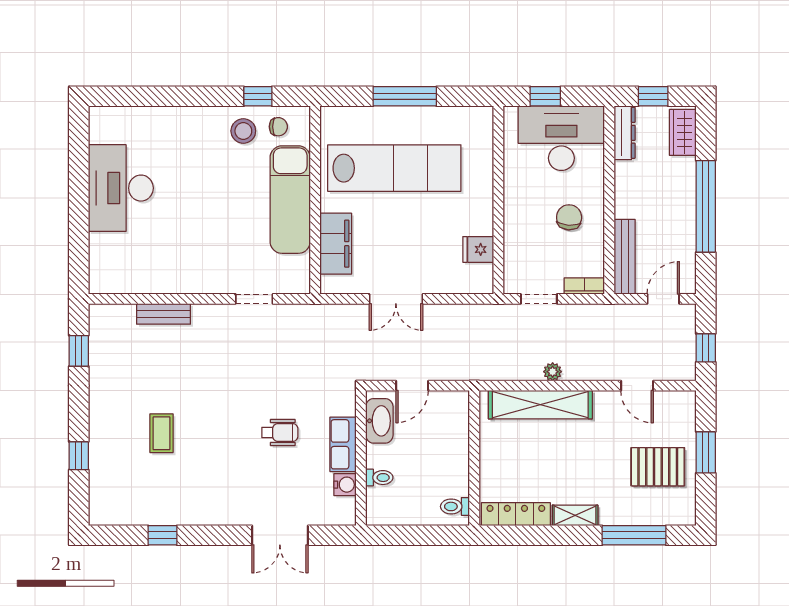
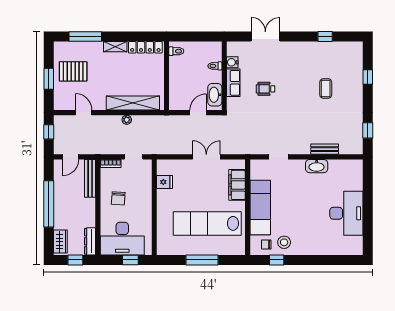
washbasin: (179, 281) -> (317, 166), added

